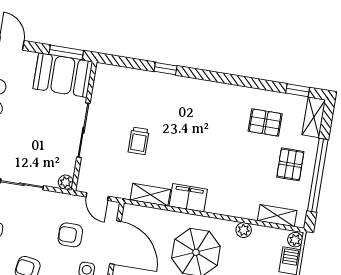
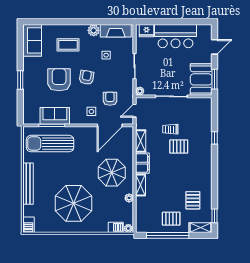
pallet: (170, 132) -> (179, 147), added
shelving: (277, 216) -> (140, 185), moved

